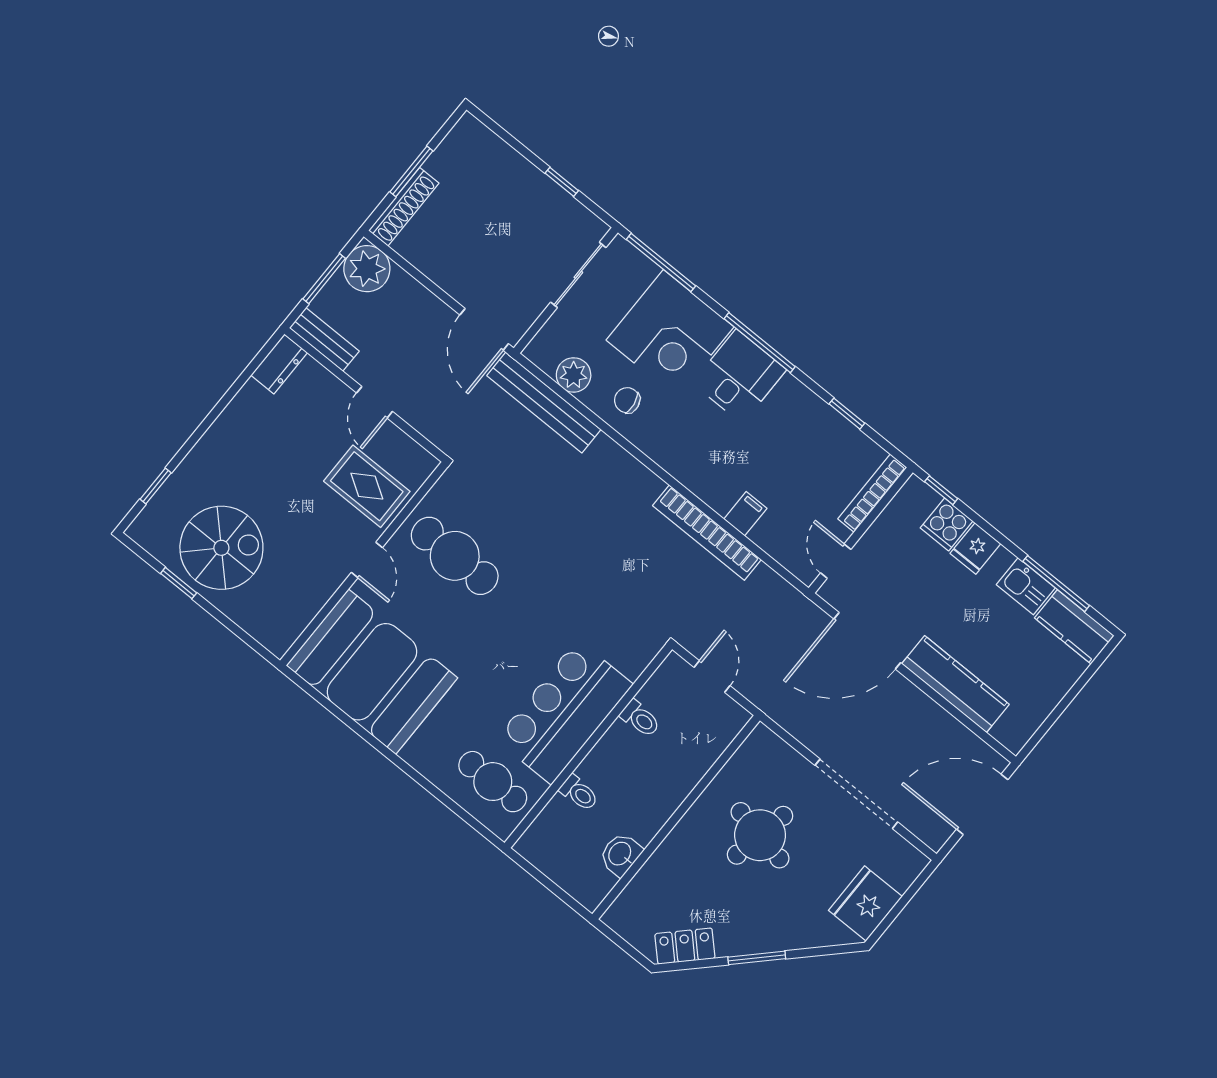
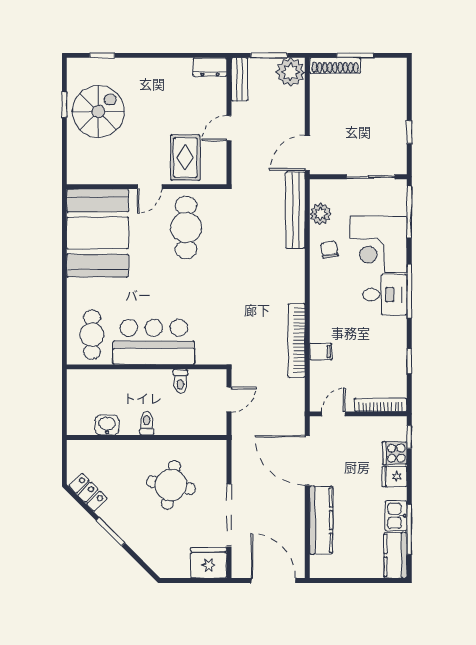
spiral stairs: (221, 548) -> (98, 111), turned -90
toilet: (579, 793) -> (147, 423), moved, turned 180
fridge: (865, 903) -> (209, 563), moved

